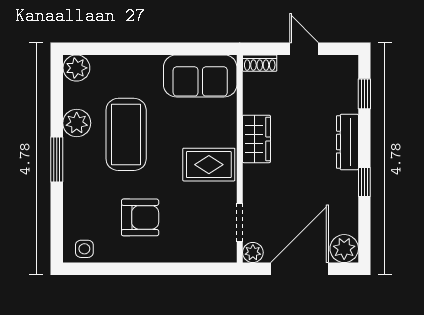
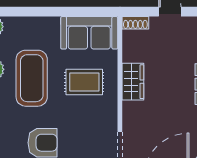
rug: (209, 165) -> (84, 82), moved

